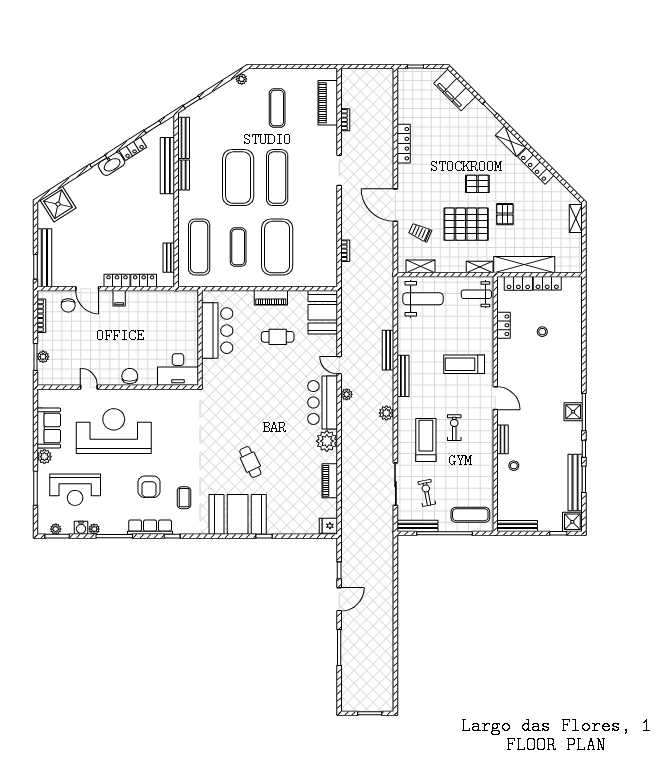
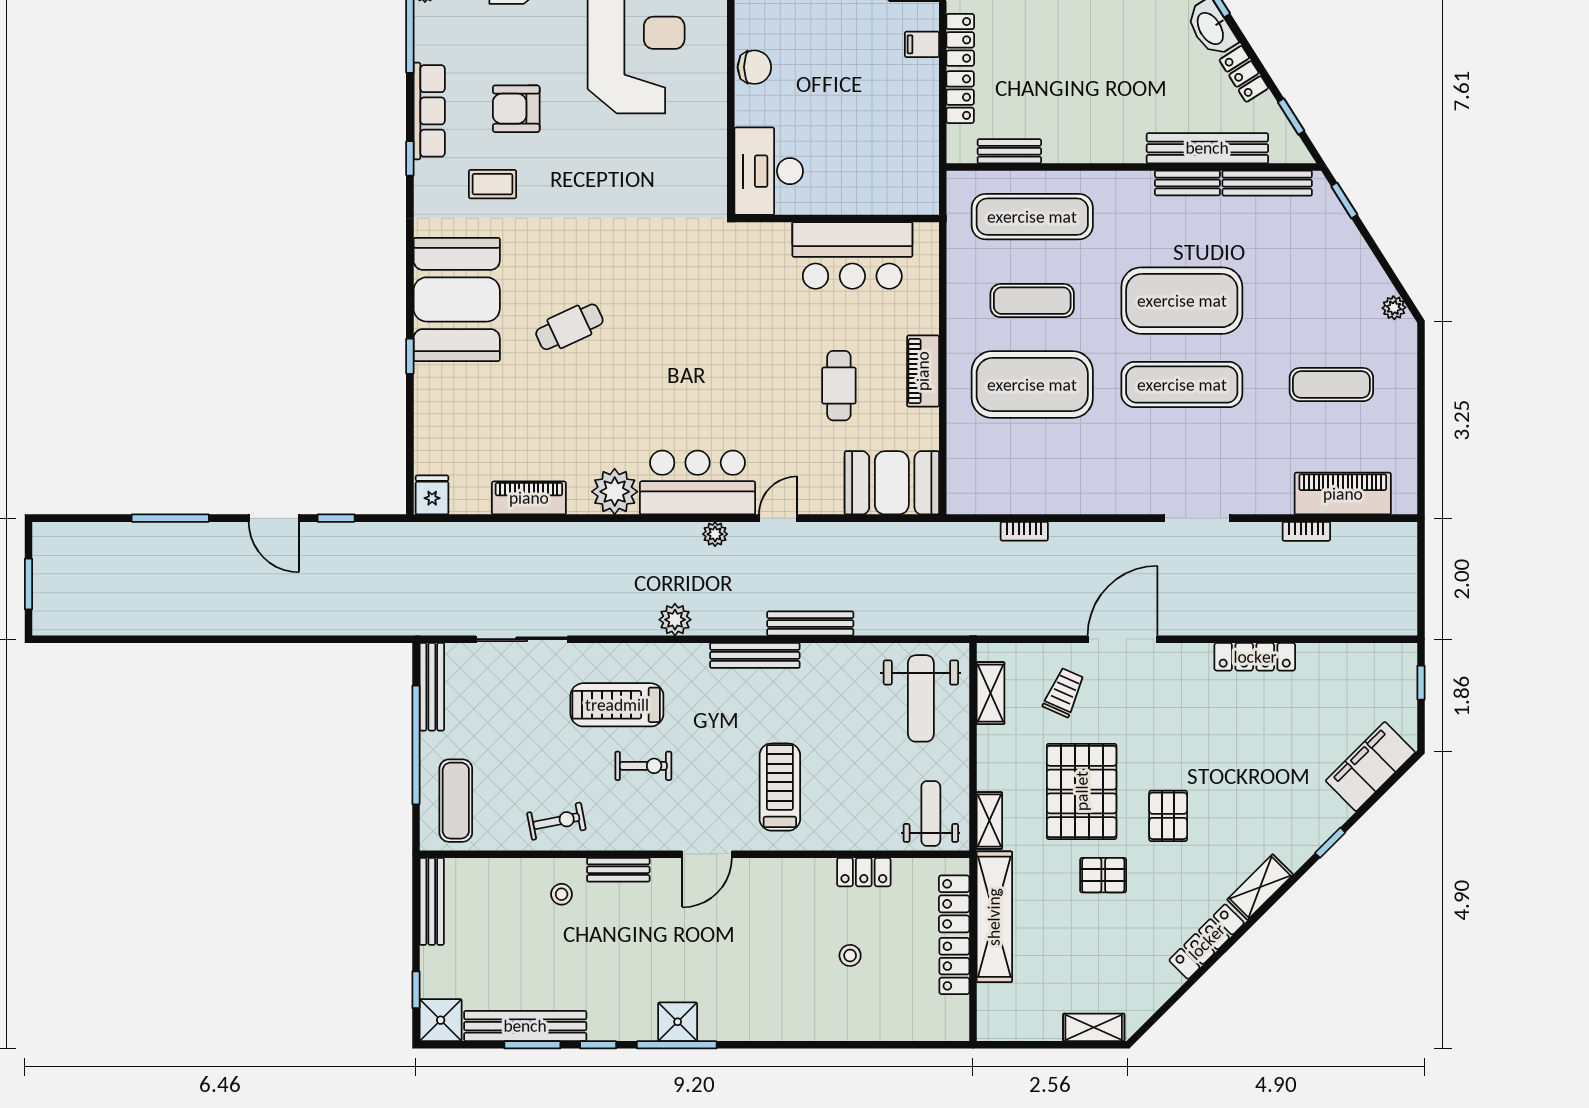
treadmill: (426, 440) -> (617, 705), turned 180
exercise bike: (427, 493) -> (556, 821), moved

